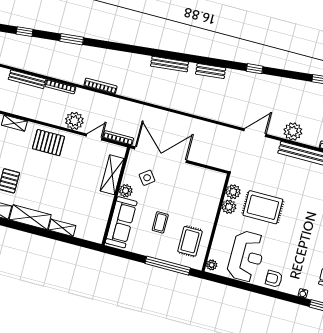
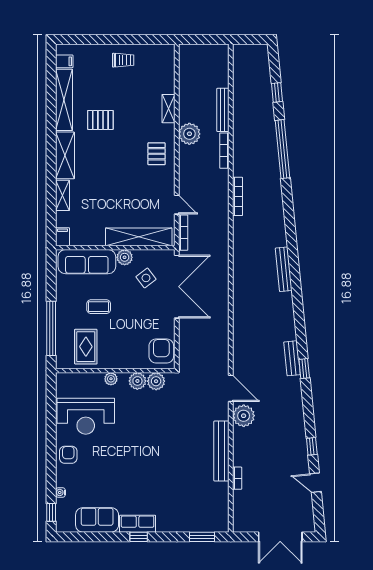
window: (72, 39) -> (283, 149), width x2.11
bench: (211, 71) -> (292, 358), moved
plant: (74, 121) -> (189, 134), moved
plant: (293, 131) -> (244, 416), moved
pallet: (48, 143) -> (156, 154), width x0.67, depth x0.71
shelving: (112, 175) -> (139, 237), width x1.47
armchair: (210, 181) -> (161, 351), added
rug: (263, 207) -> (147, 420), removed
filing cabinet: (96, 237) -> (62, 237), added
rug: (190, 241) -> (86, 347), turned 90
plant: (212, 265) -> (111, 379), moved

